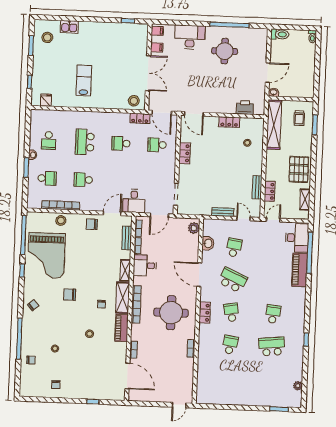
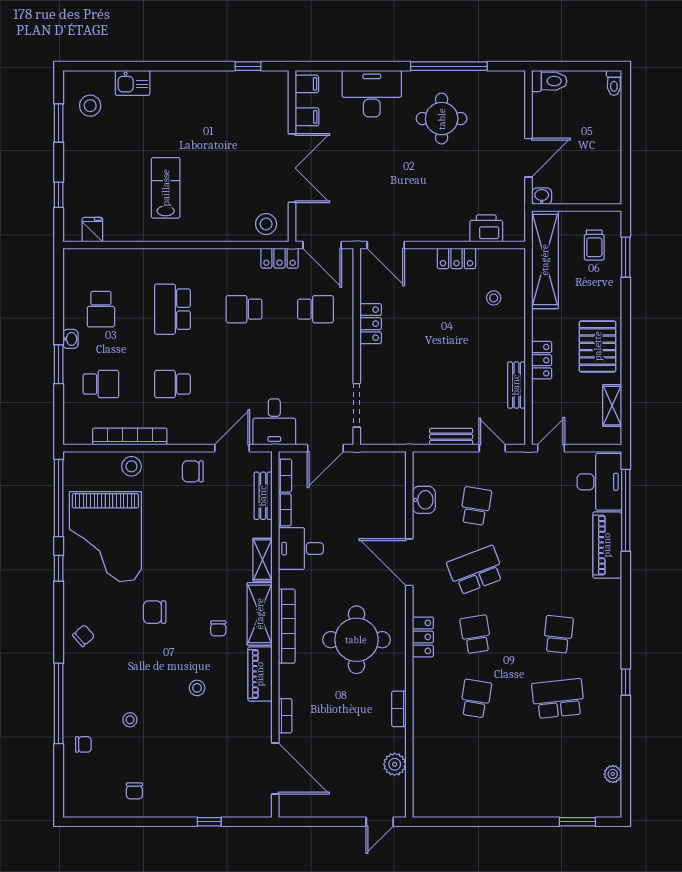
school desk: (157, 145) -> (316, 309), turned 180
locker: (270, 191) -> (542, 360), moved
plant: (194, 228) -> (395, 764), moved
school desk: (233, 280) -> (476, 570), turned -45

